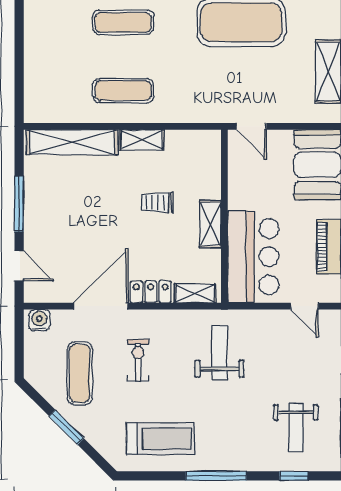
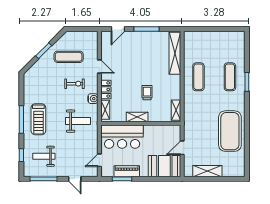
door: (251, 126) -> (182, 148), moved
shelving: (142, 140) -> (176, 110), moved
door: (101, 306) -> (99, 67), width x0.53
water cooler: (39, 320) -> (93, 99), moved
treadmill: (160, 439) -> (38, 119), moved

